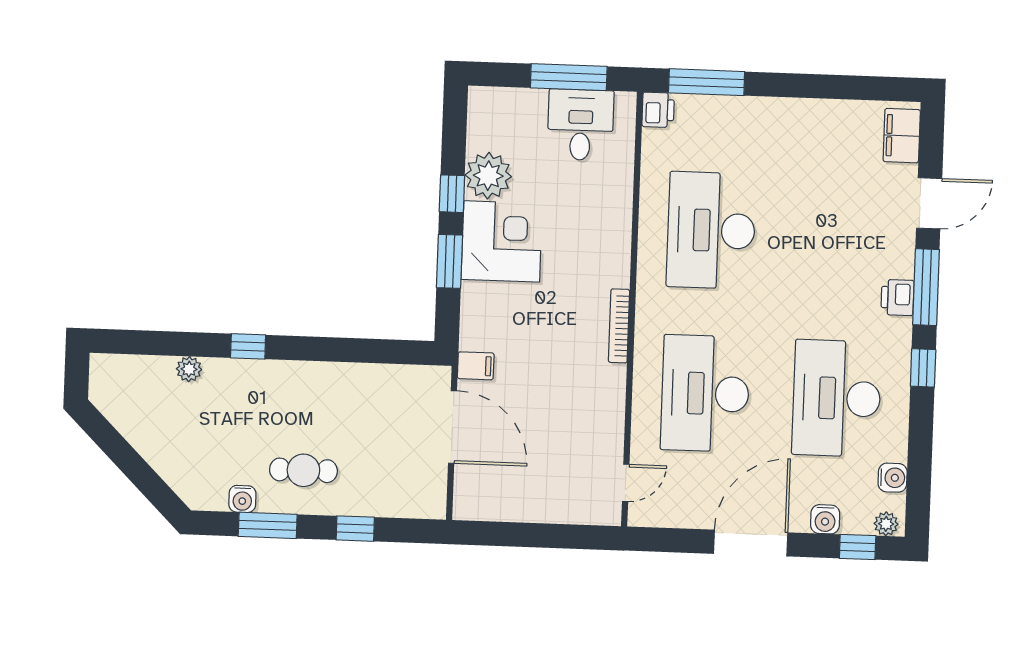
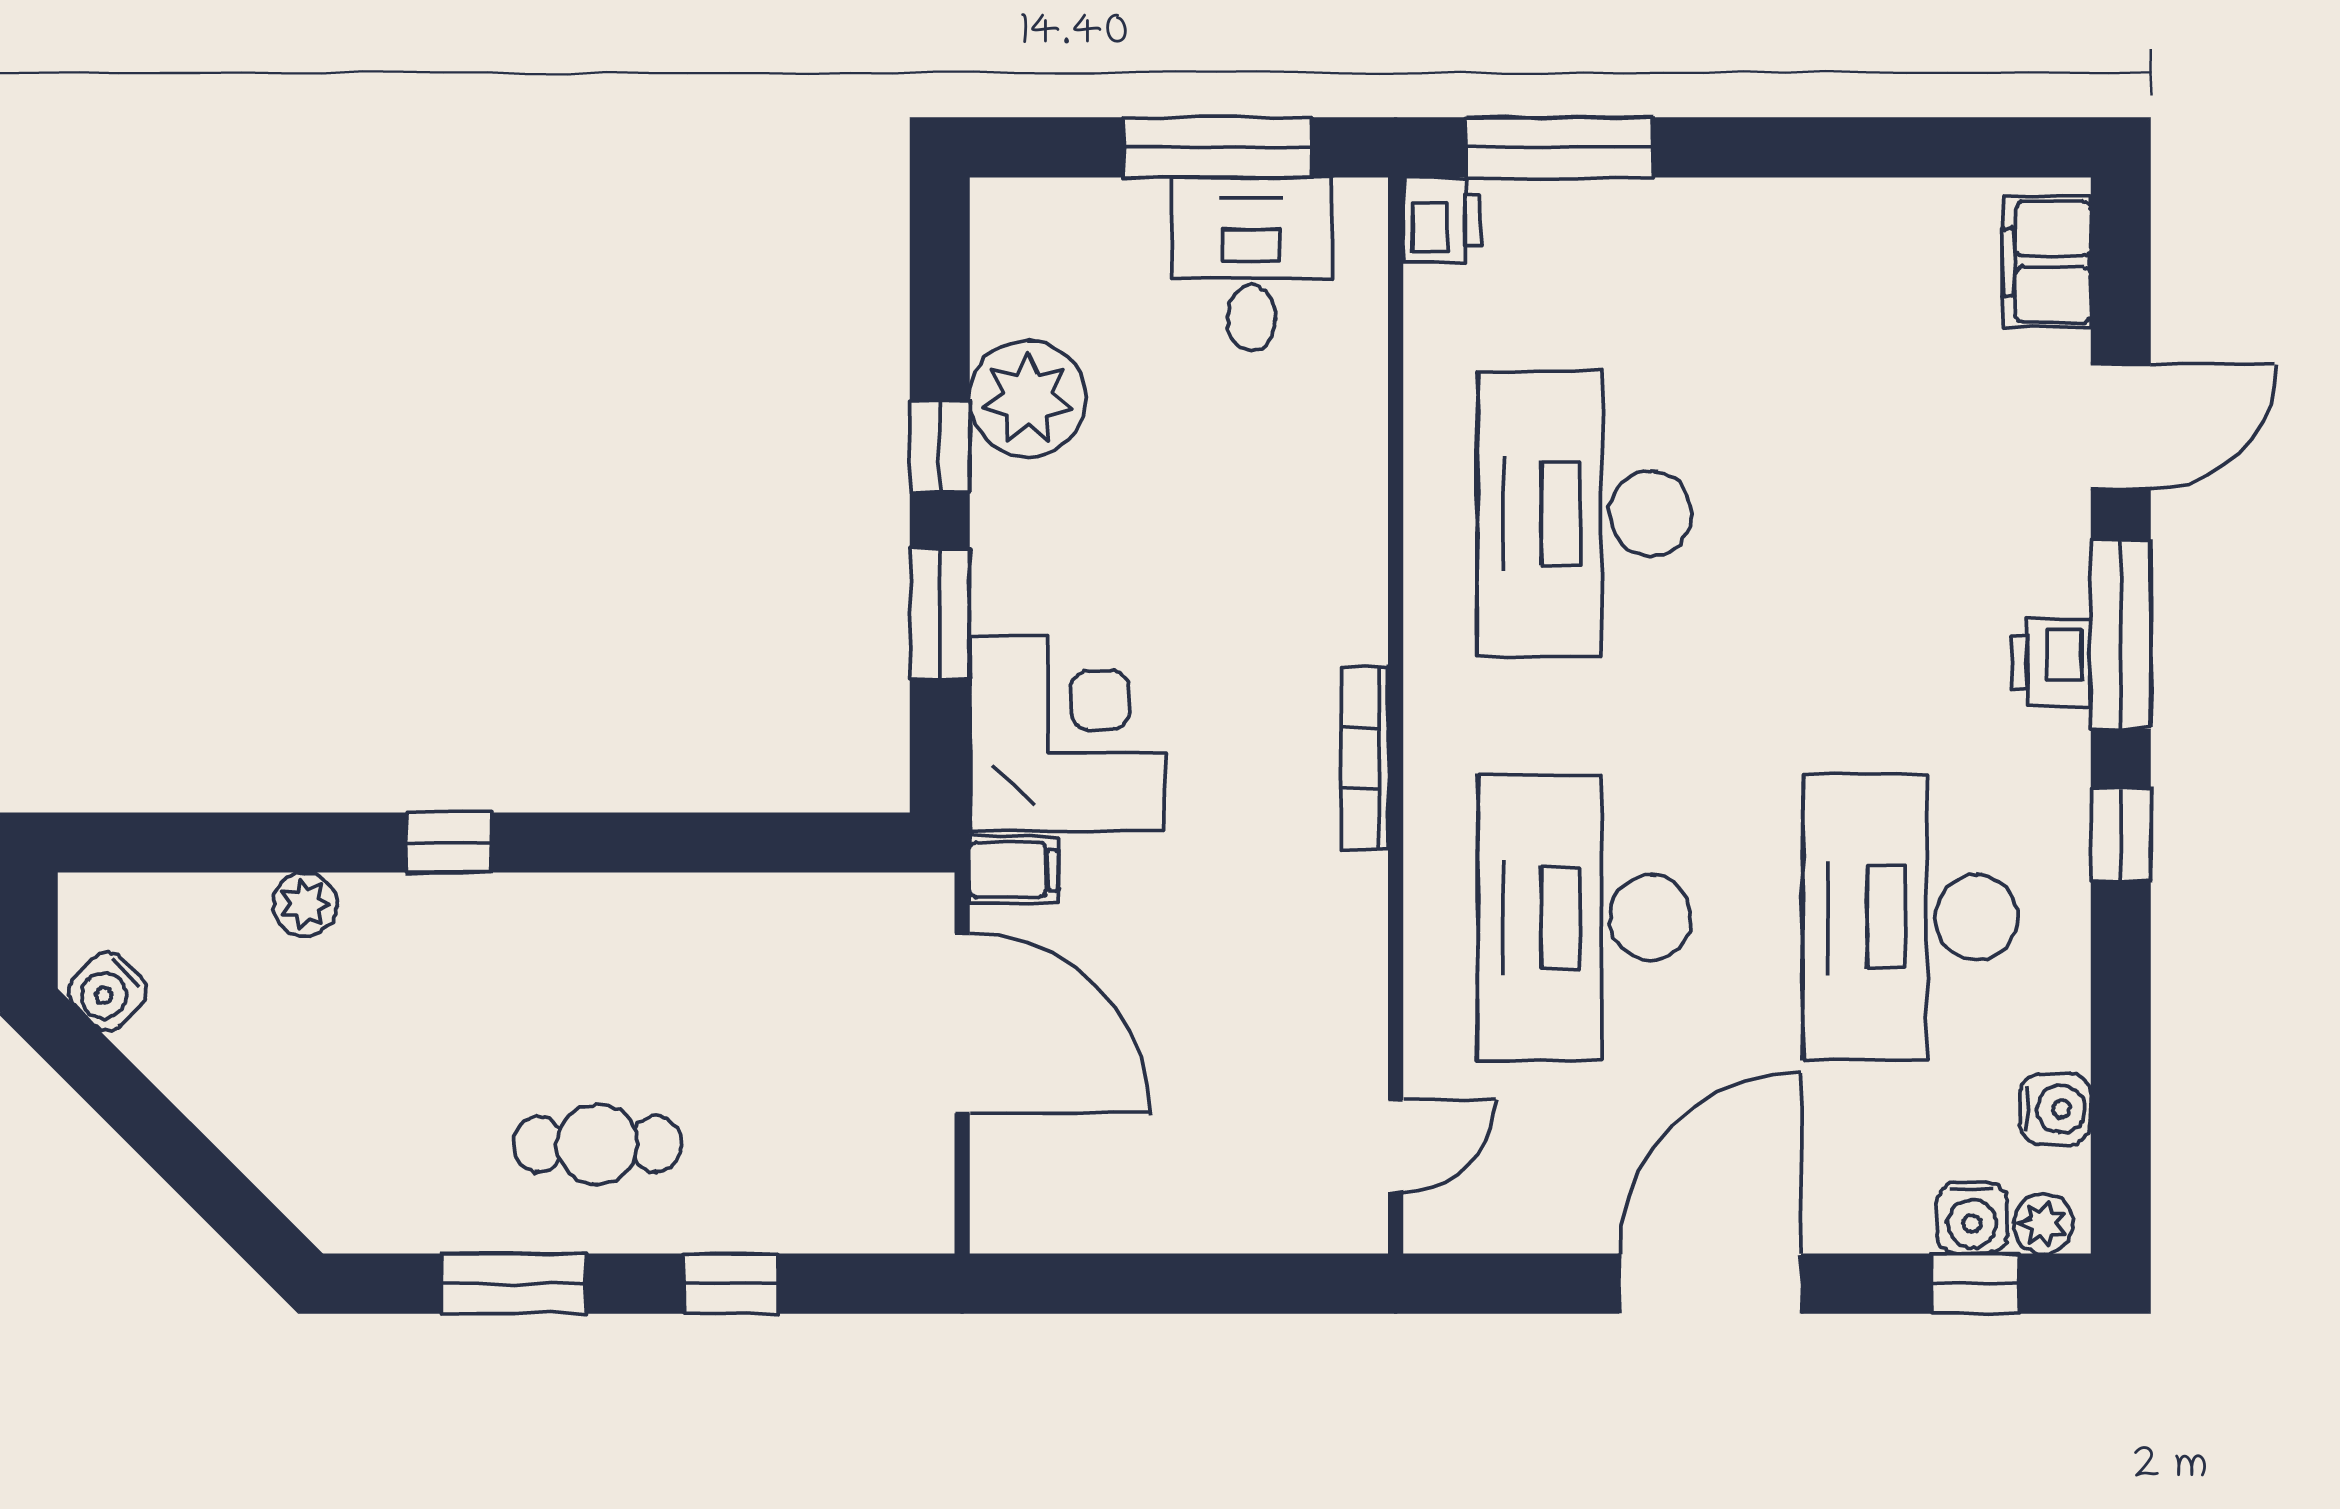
corner desk: (502, 241) -> (1067, 733), moved
water cooler: (242, 499) -> (108, 992), moved, turned 45
water cooler: (825, 519) -> (1972, 1218), moved

